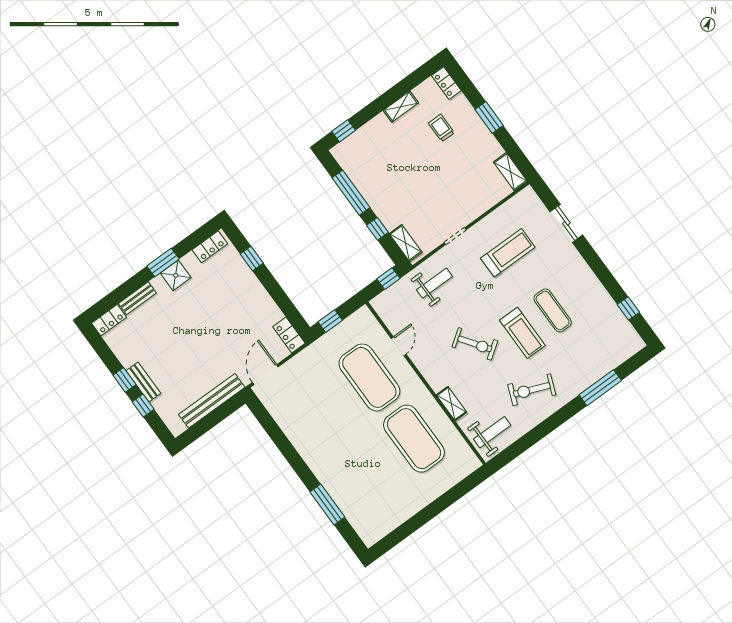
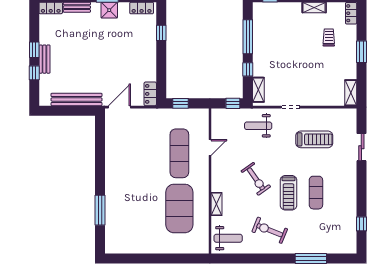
weight bench: (434, 283) -> (258, 126), turned 180
exercise mat: (369, 377) -> (179, 153), width x0.68

